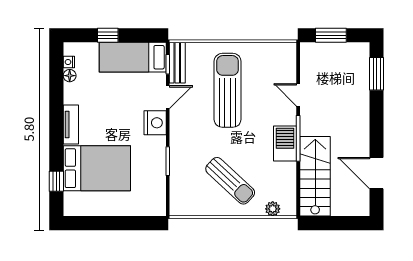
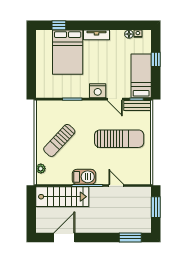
door: (298, 95) -> (116, 186), hinge flipped

